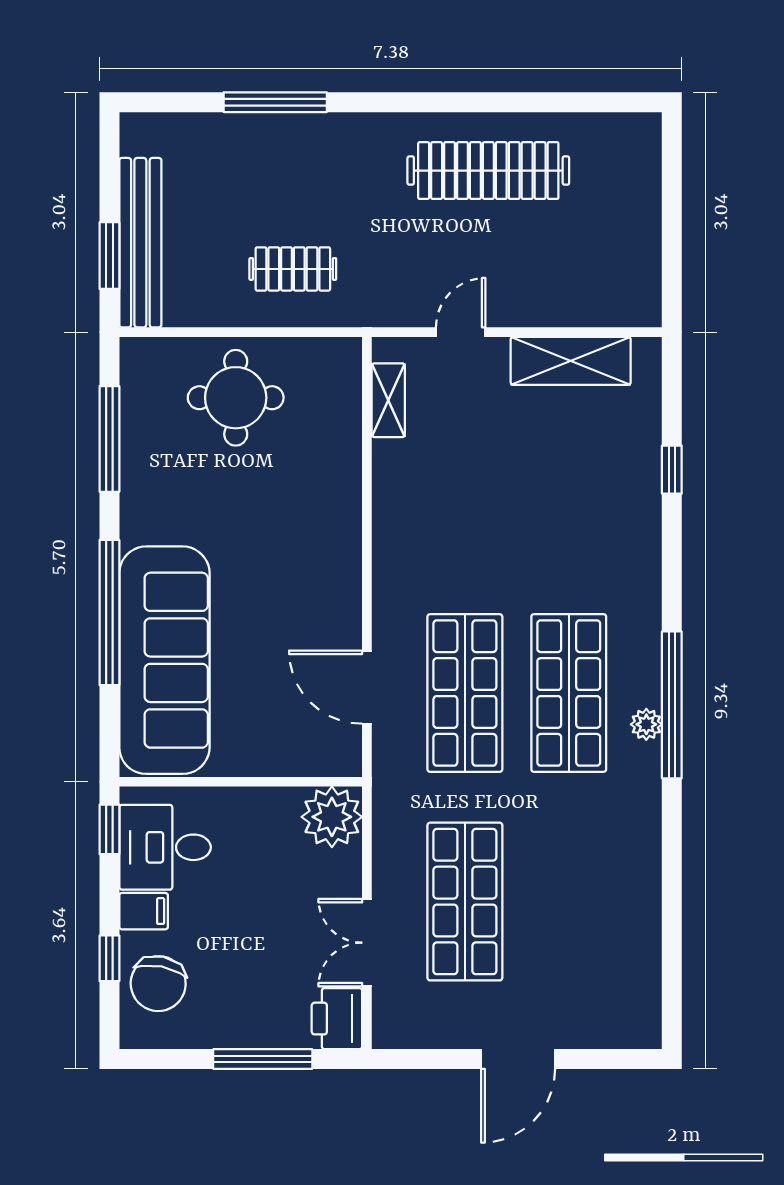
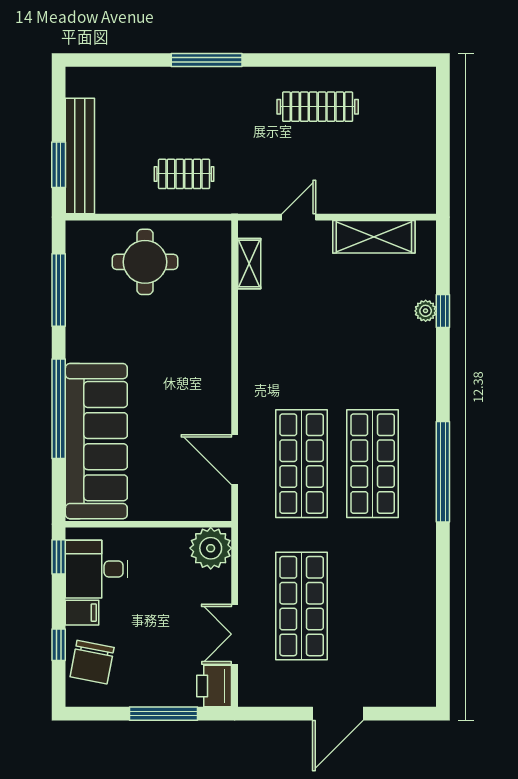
window: (275, 102) -> (207, 60), moved
clothes rail: (488, 171) -> (318, 107), width x0.73, depth x0.76
plant: (646, 724) -> (426, 311), moved

